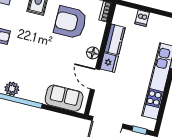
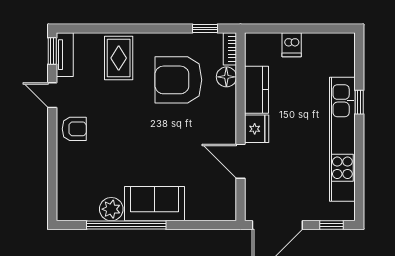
floor lamp: (93, 53) -> (226, 77), moved
sofa: (64, 98) -> (154, 204), moved

